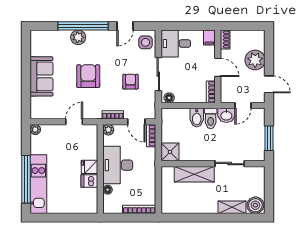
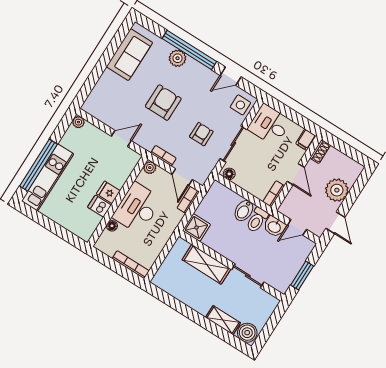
sofa: (41, 76) -> (129, 55), moved

